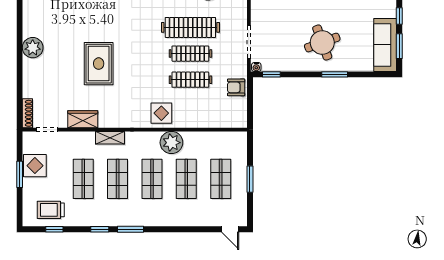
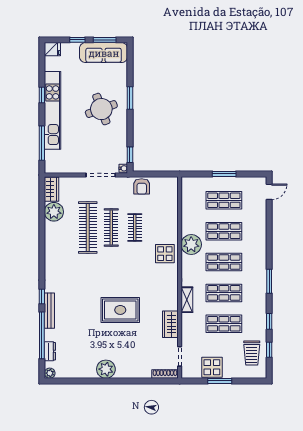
clothes rail: (190, 80) -> (135, 228), width x0.73
window: (100, 229) -> (269, 321), moved

